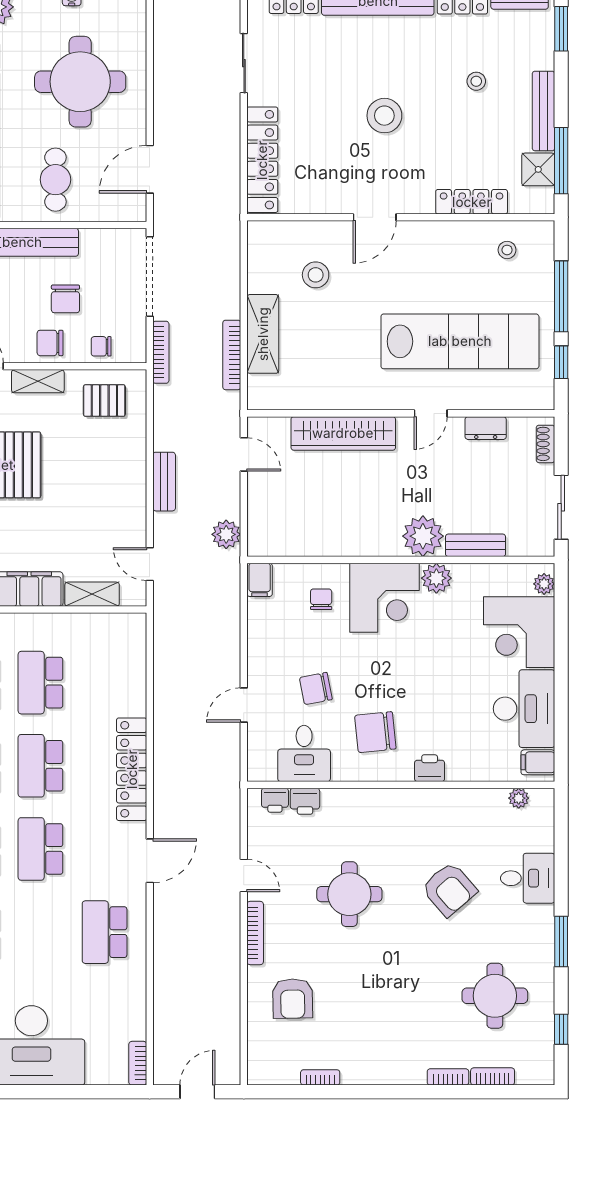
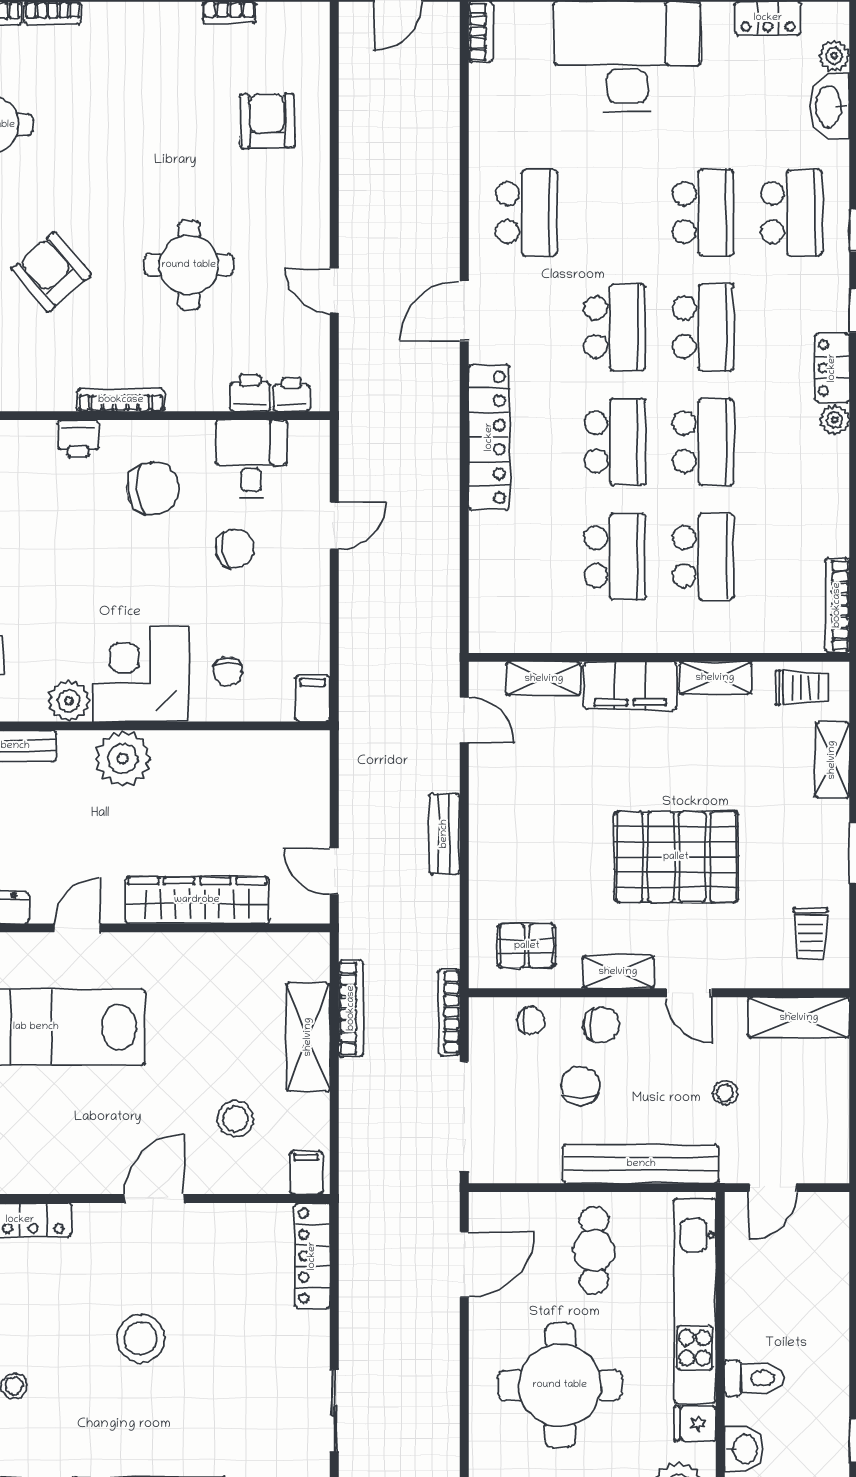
locker: (262, 160) -> (312, 1256), width x0.71, depth x0.83
filing cabinet: (264, 236) -> (307, 1172), added
plant: (226, 534) -> (359, 761), removed
plant: (423, 536) -> (123, 759), moved
bookcase: (255, 933) -> (121, 400), moved, turned 90

